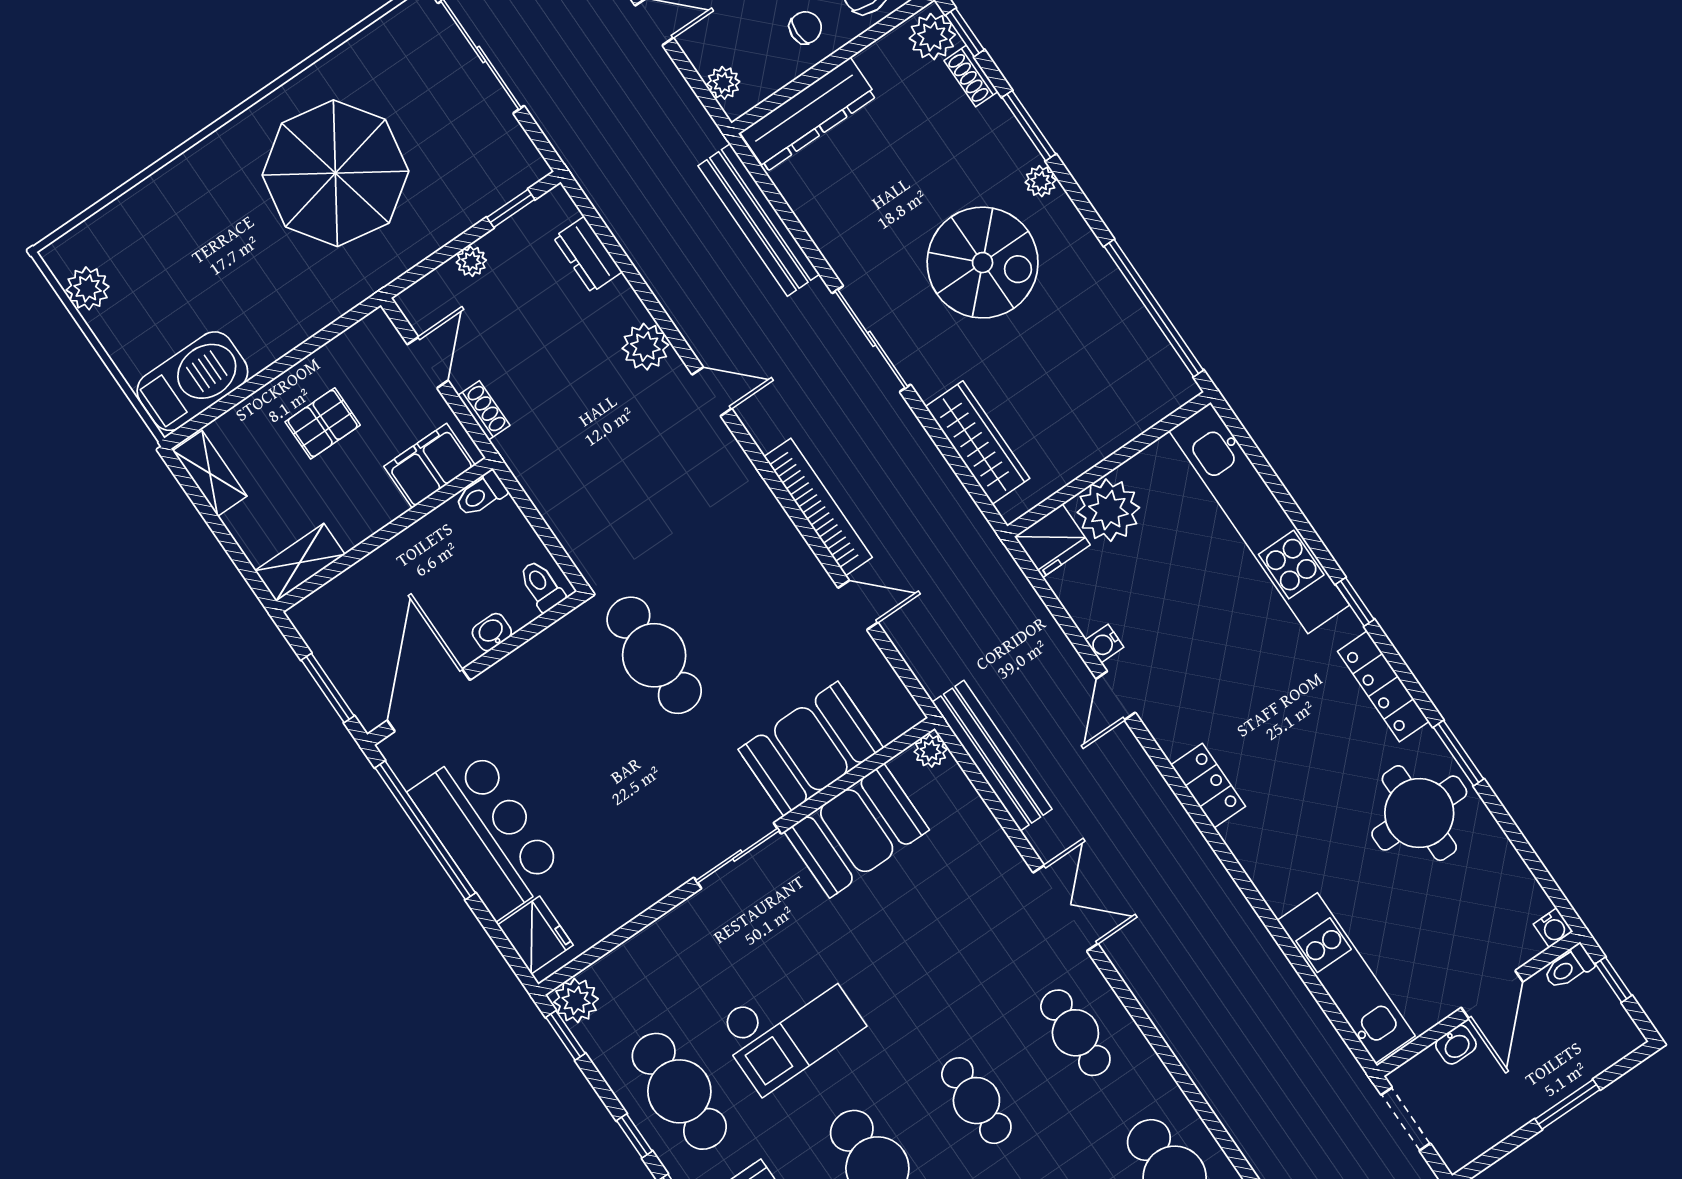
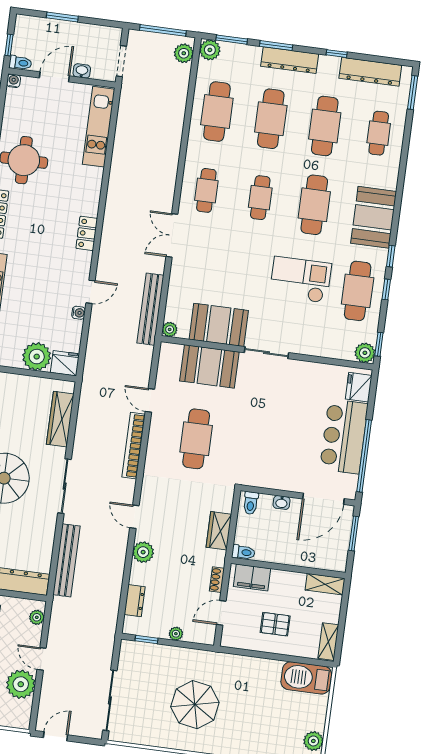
parasol: (335, 173) -> (195, 705), width x0.73, depth x0.73
wardrobe: (553, 493) -> (219, 531), added
cafe table: (654, 655) -> (196, 439), moved

